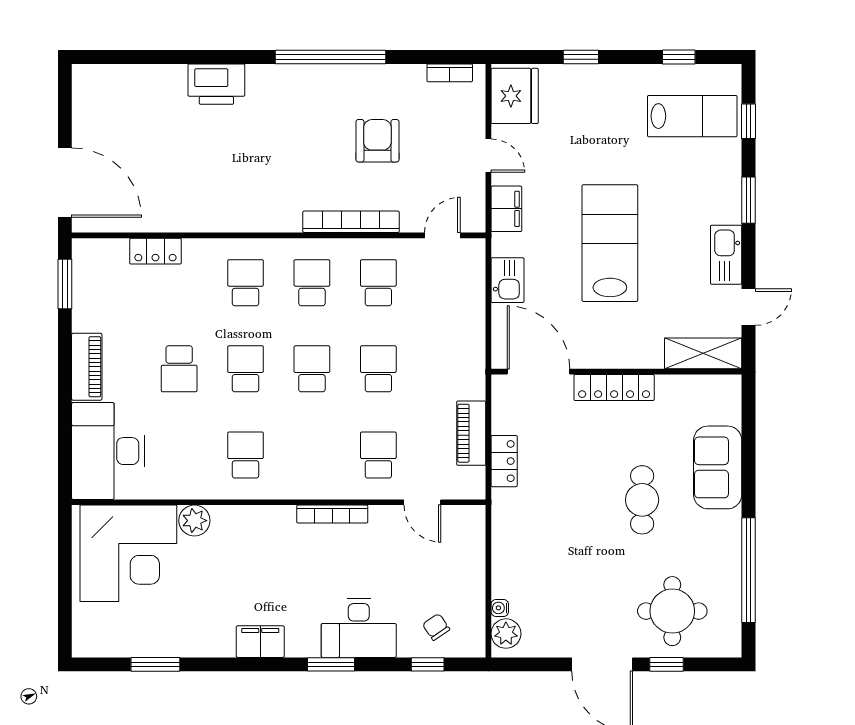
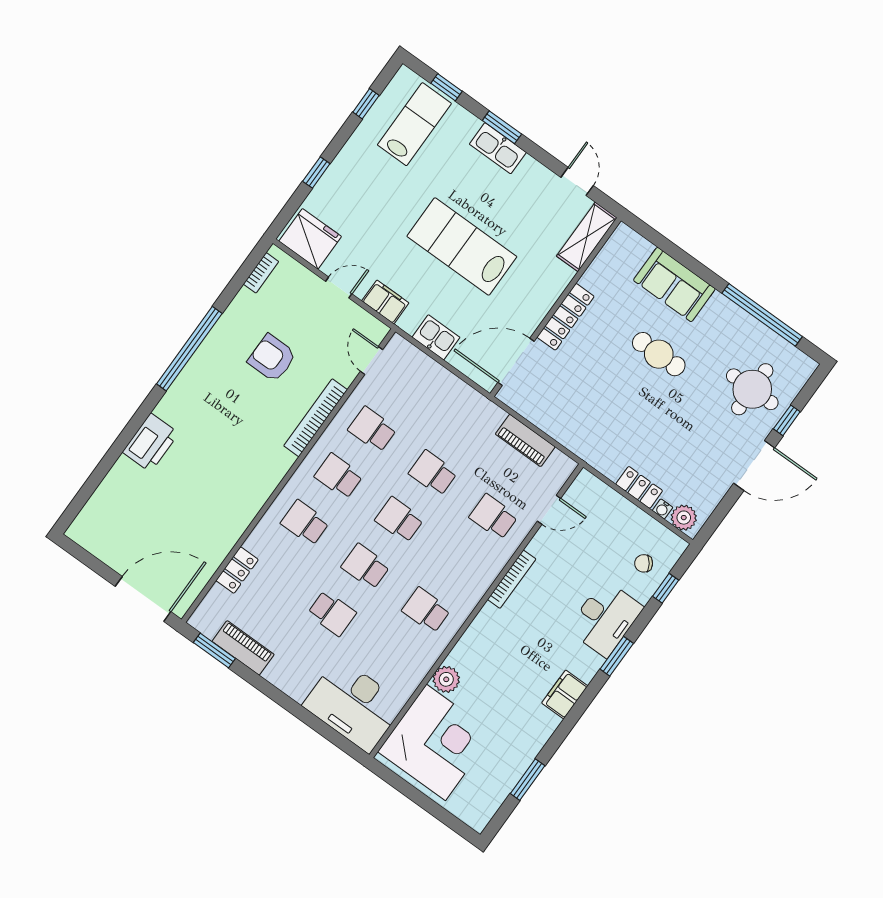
kitchen sink: (726, 255) -> (498, 148), moved
piano: (87, 367) -> (243, 648), moved
locker: (504, 461) -> (639, 487), moved

